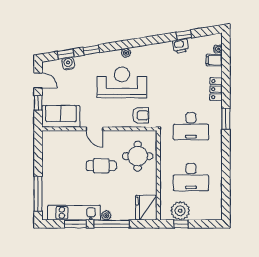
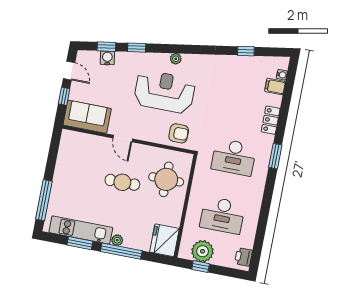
printer: (181, 46) -> (243, 257), moved, turned 99

